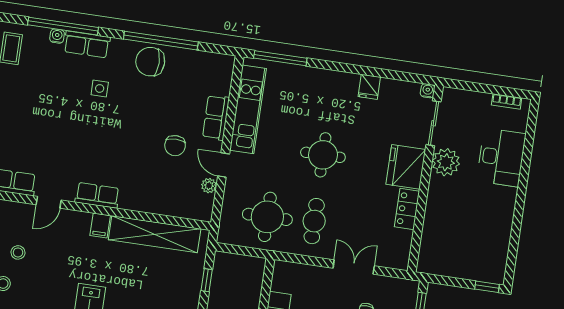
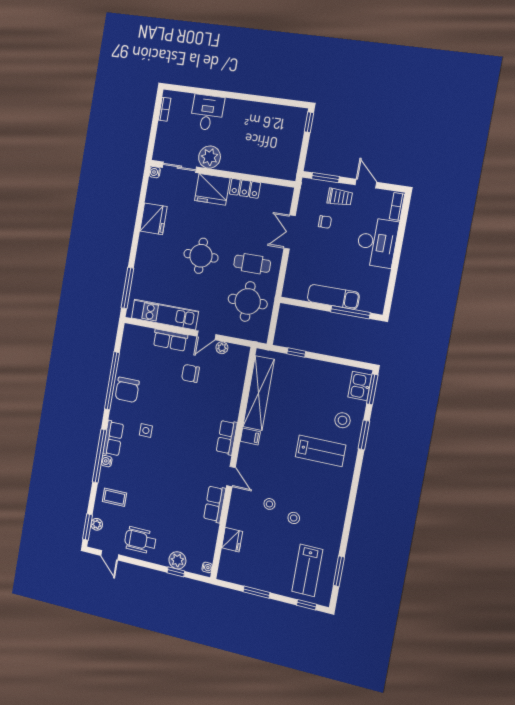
fridge: (369, 87) -> (153, 219), width x1.88, depth x1.34
chair: (175, 146) -> (190, 373), turned 180
desk: (501, 157) -> (207, 113), width x0.73

